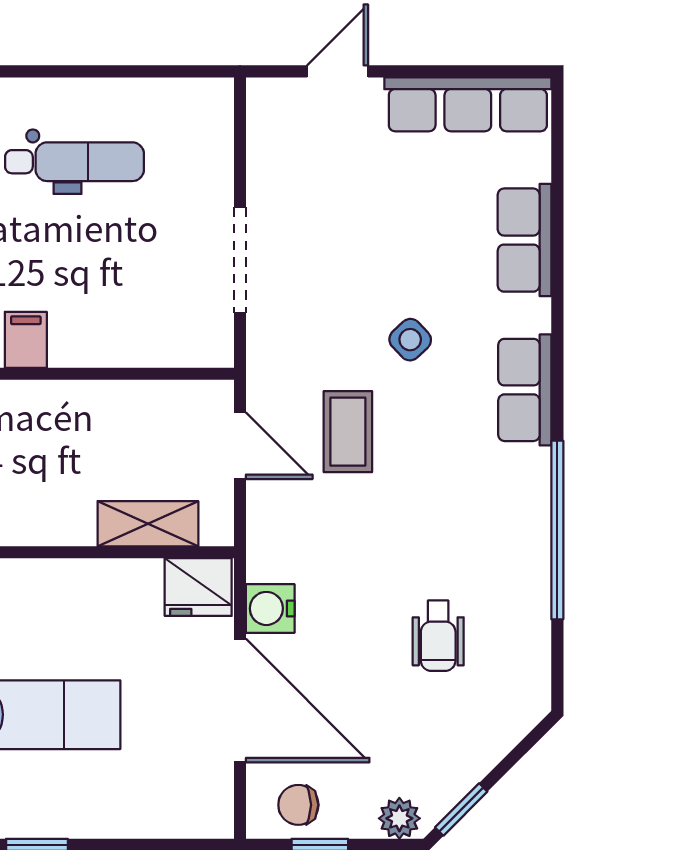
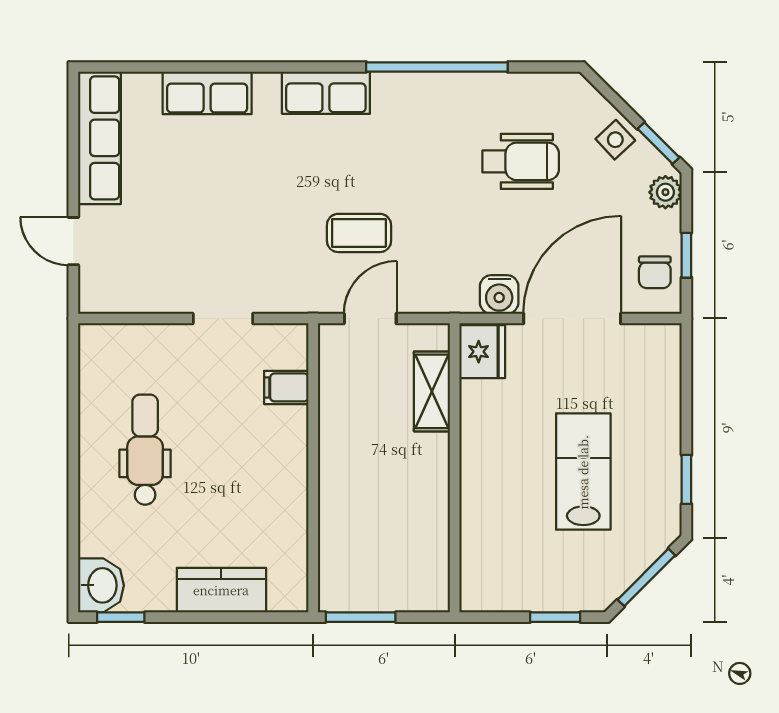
doorway: (240, 260) -> (223, 318), width x0.73
filing cabinet: (26, 340) -> (286, 387), moved
side table: (410, 340) -> (615, 140), moved
wheelchair: (438, 636) -> (521, 161), width x1.36, depth x1.37

